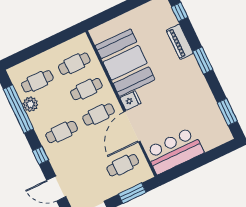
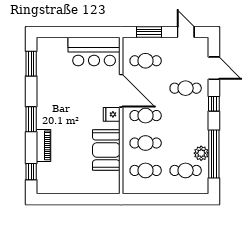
booth: (125, 63) -> (106, 150), width x0.73, depth x0.70
door: (132, 127) -> (121, 91), hinge flipped
cafe table: (62, 132) -> (186, 88), moved

